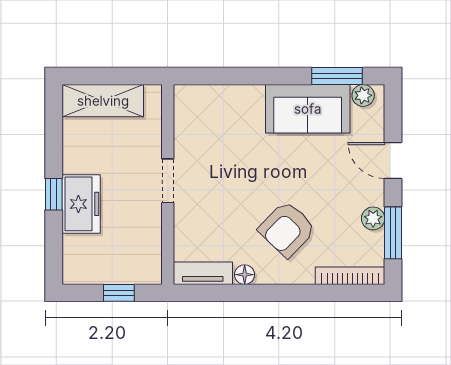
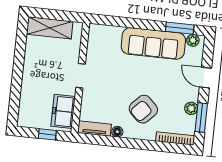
sofa: (308, 109) -> (153, 43), width x1.36
window: (54, 194) -> (17, 76), removed
freezer: (81, 204) -> (63, 111), moved, turned 180

